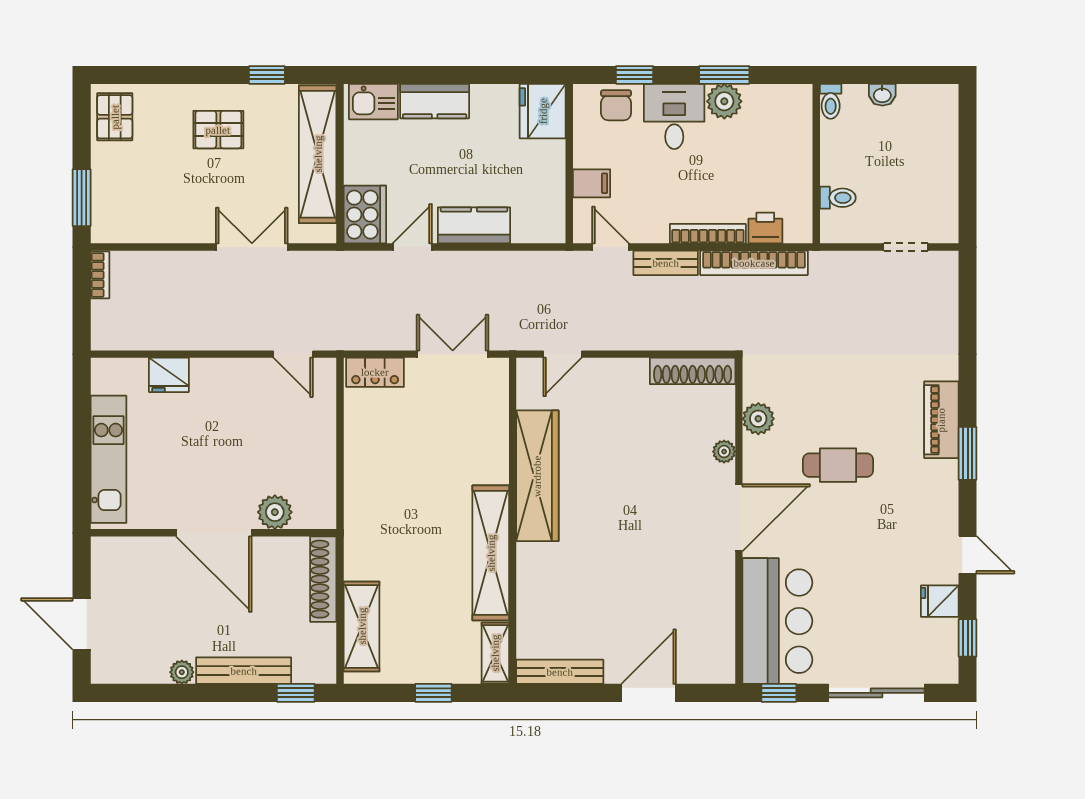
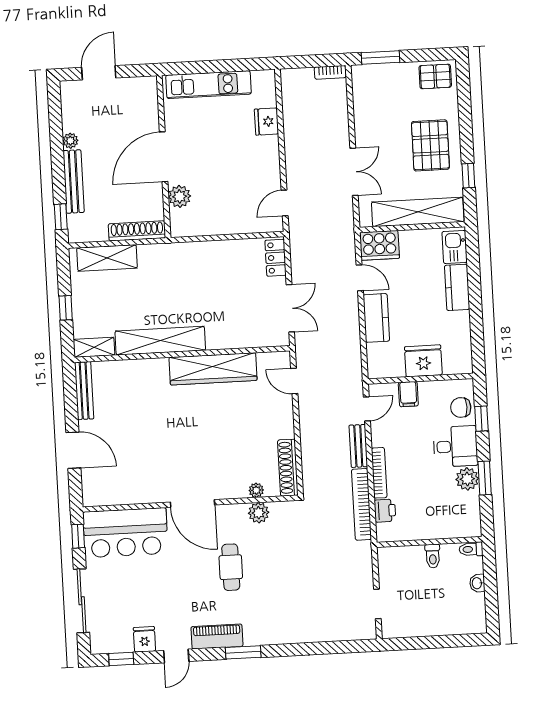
fridge: (543, 111) -> (423, 361), moved
pallet: (218, 130) -> (430, 145), width x1.50, depth x1.42
toilet: (838, 198) -> (433, 556), moved
piano: (941, 420) -> (217, 636), moved
plant: (724, 452) -> (256, 490), moved

